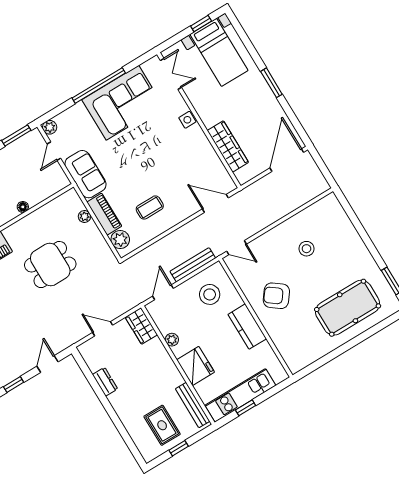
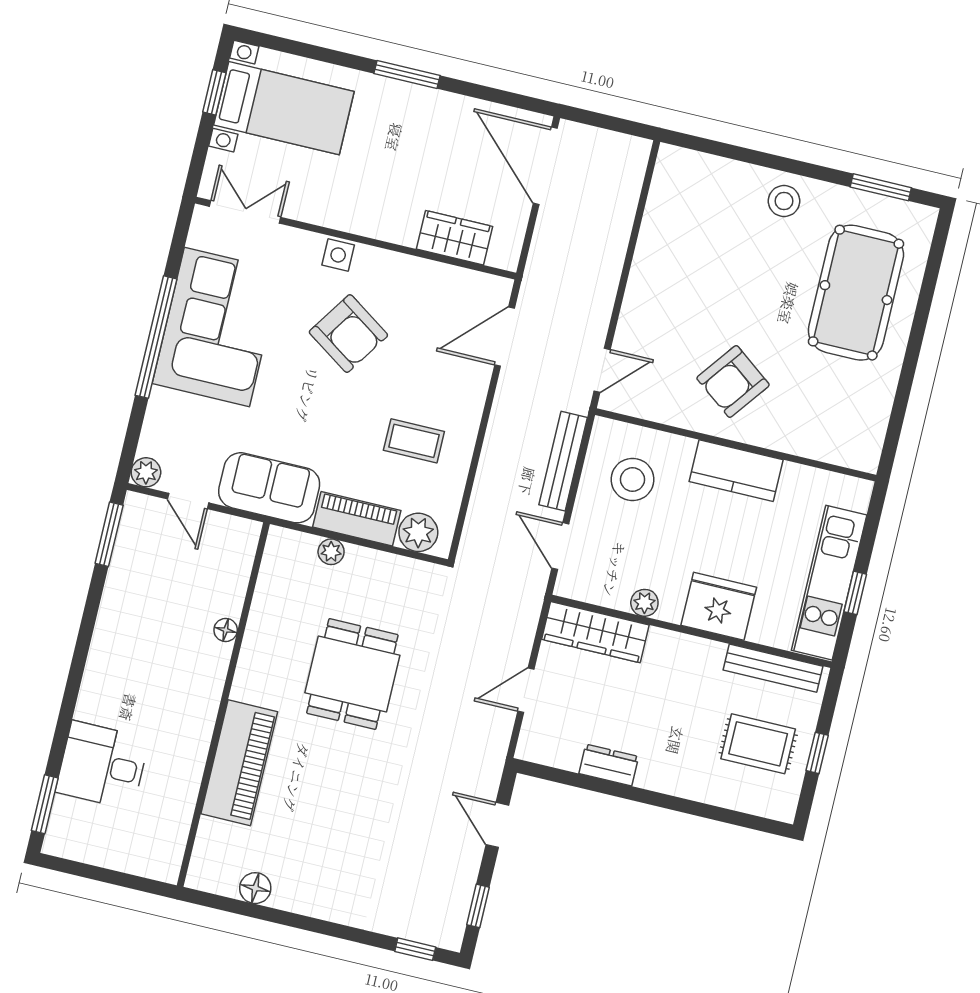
wardrobe: (228, 146) -> (454, 238), width x0.67
armchair: (164, 149) -> (348, 334), added
coffee table: (150, 208) -> (414, 441), turned 90
stool: (306, 249) -> (784, 201), moved
wardrobe: (141, 326) -> (595, 632), width x1.50

